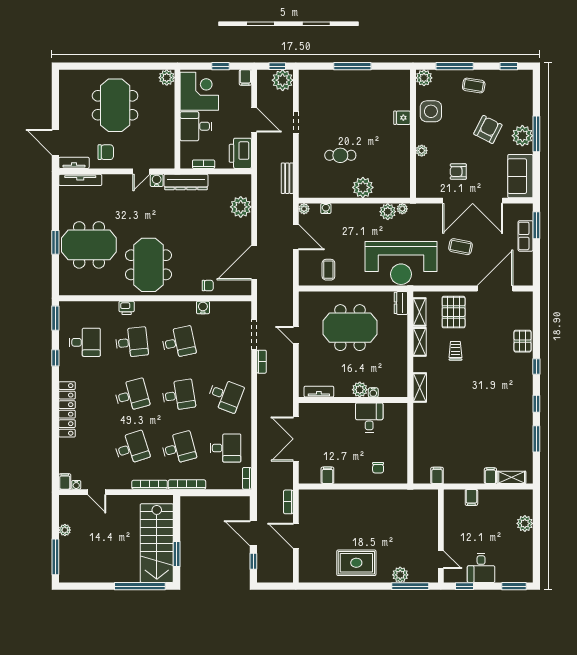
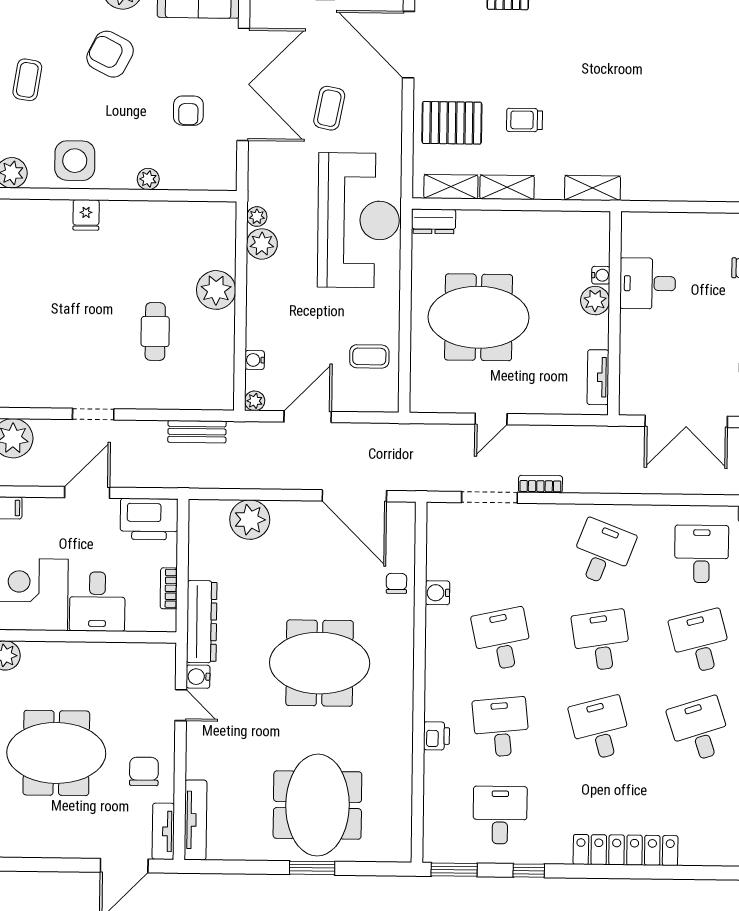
meeting table: (148, 265) -> (320, 663), moved
meeting table: (350, 328) -> (479, 317), turned 90

